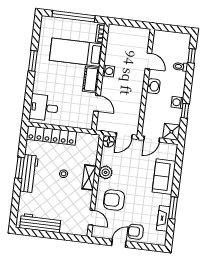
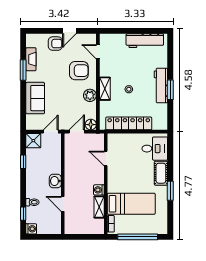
shelving: (110, 53) -> (99, 207), added
cot: (91, 79) -> (161, 173), moved
washing machine: (177, 102) -> (31, 229), moved
locker: (51, 136) -> (129, 123), moved

